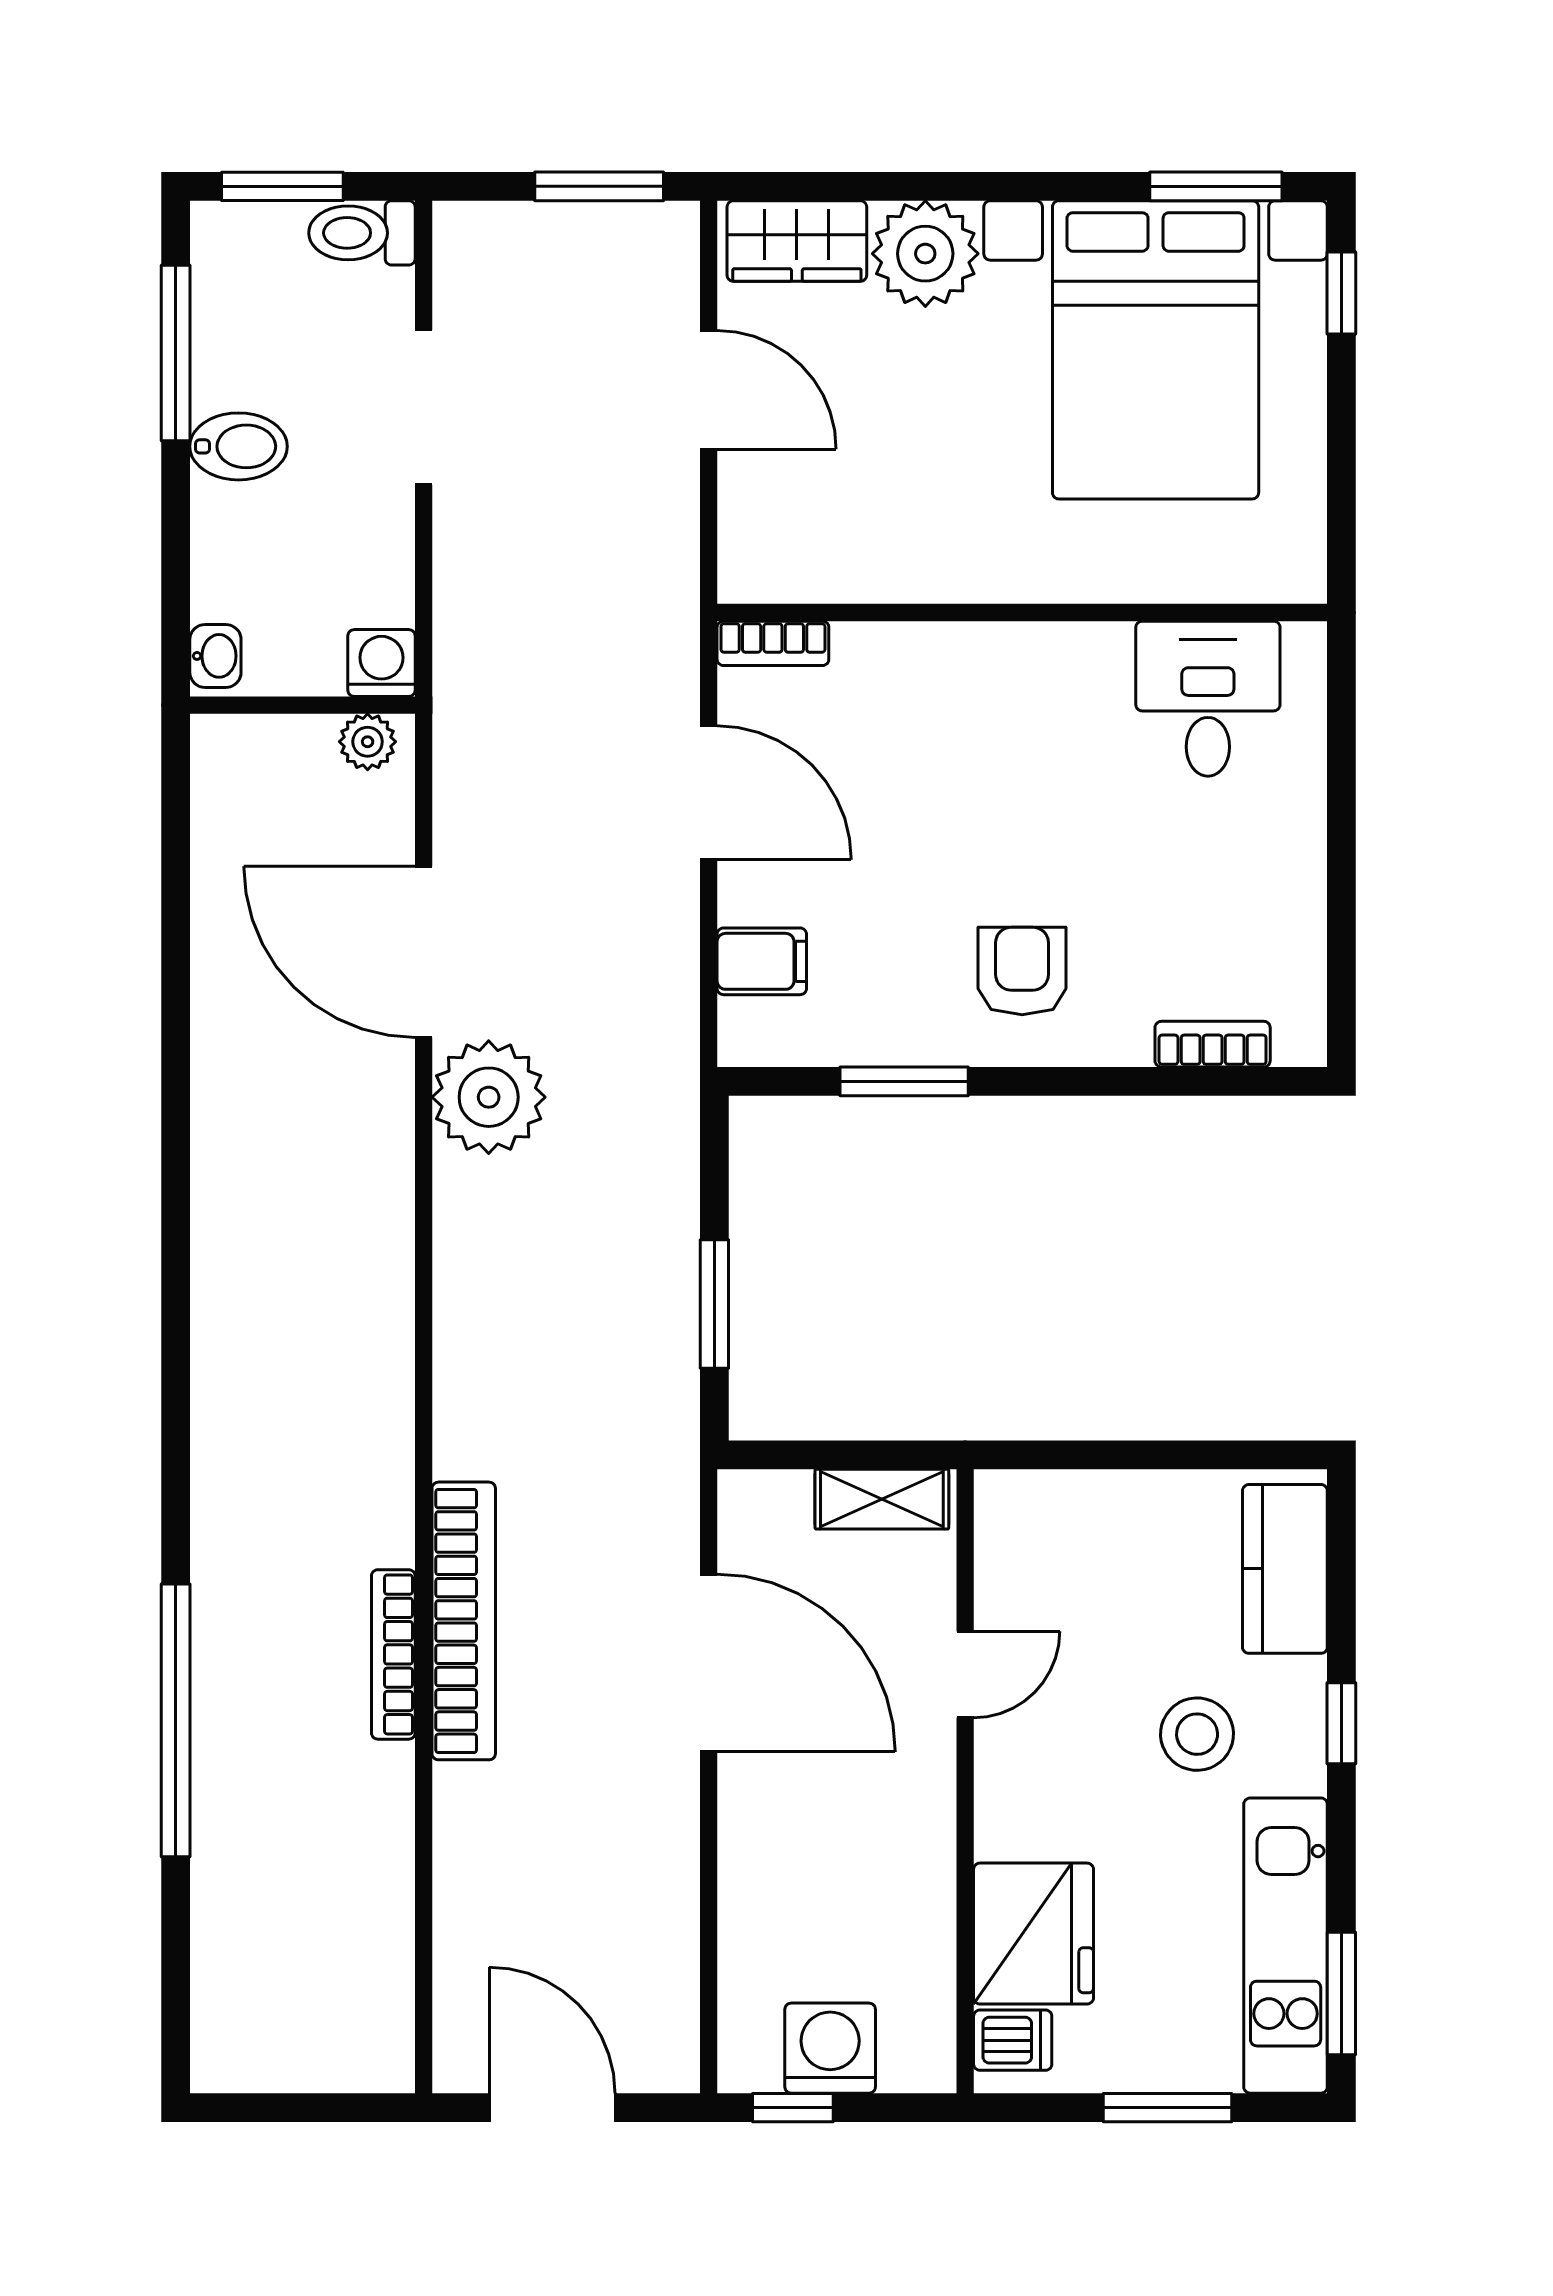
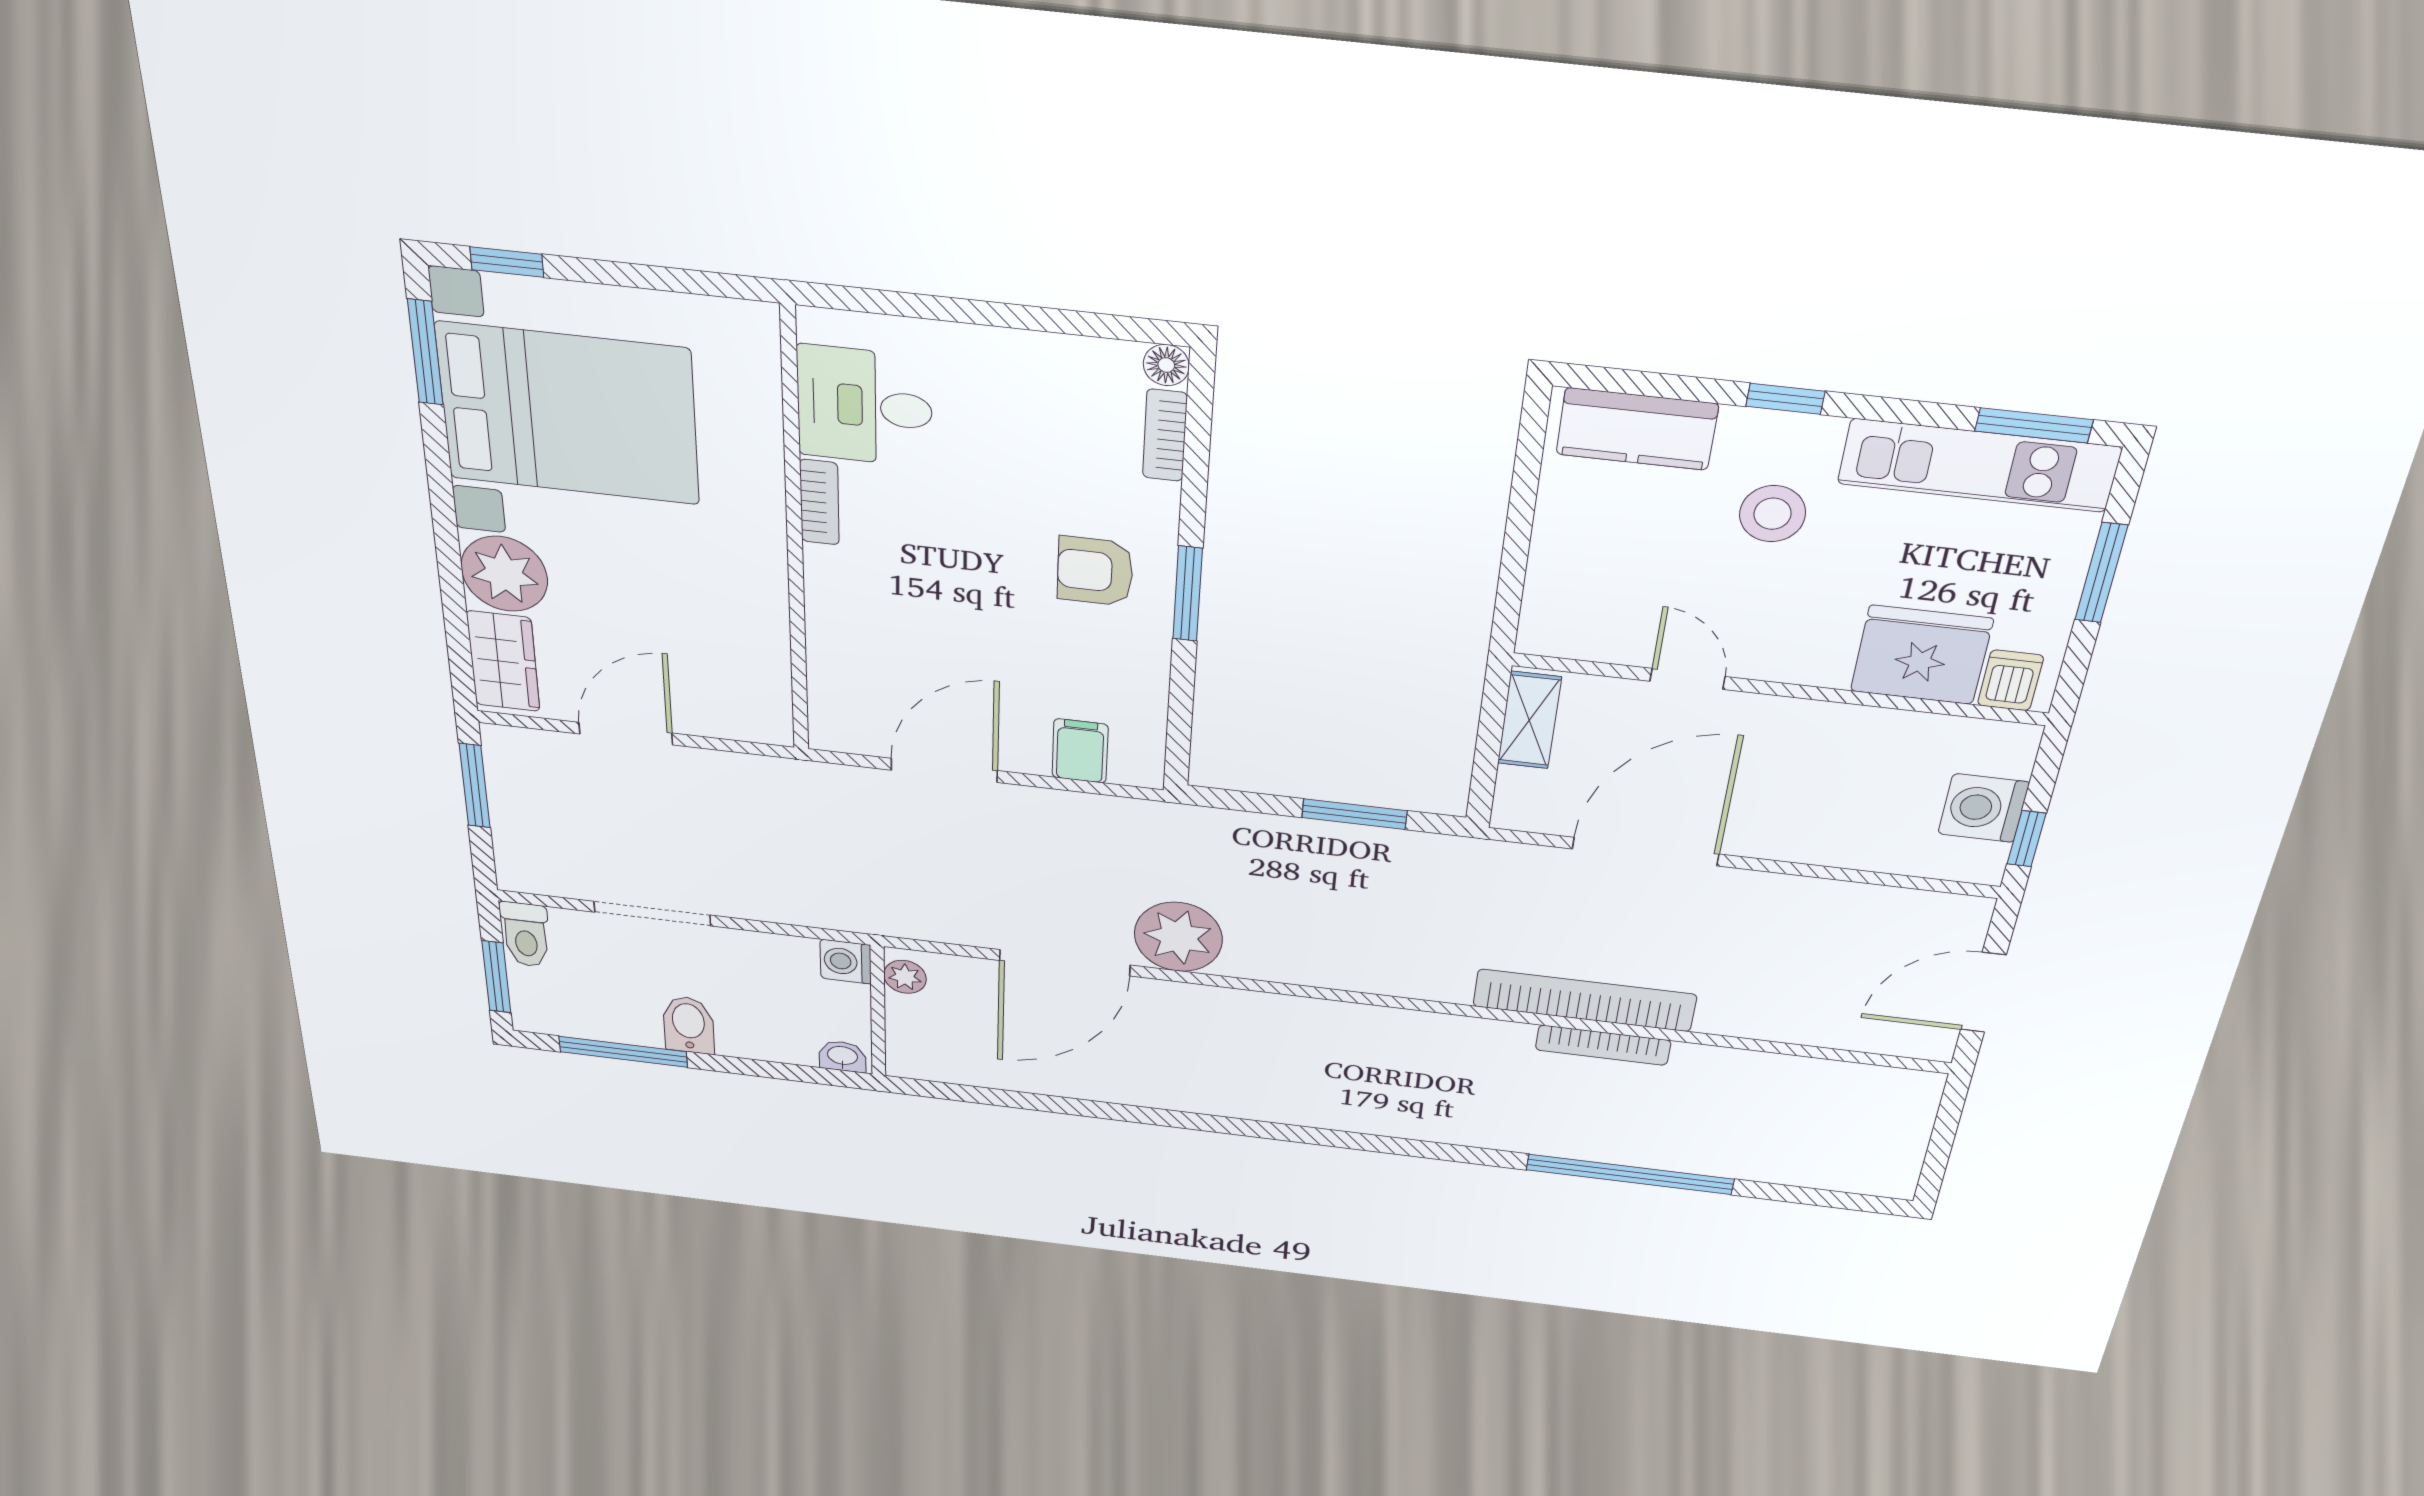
bookcase: (773, 643) -> (819, 502), moved
floor lamp: (1301, 1041) -> (1166, 365), added
window: (904, 1081) -> (1188, 594), moved

